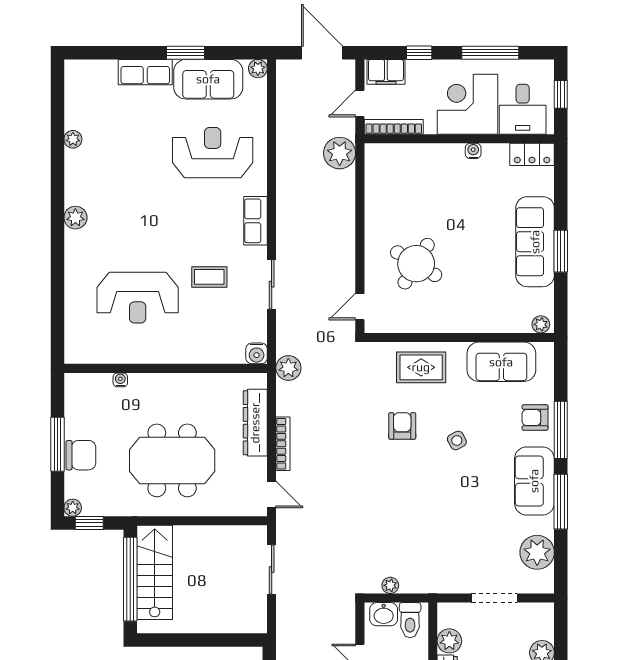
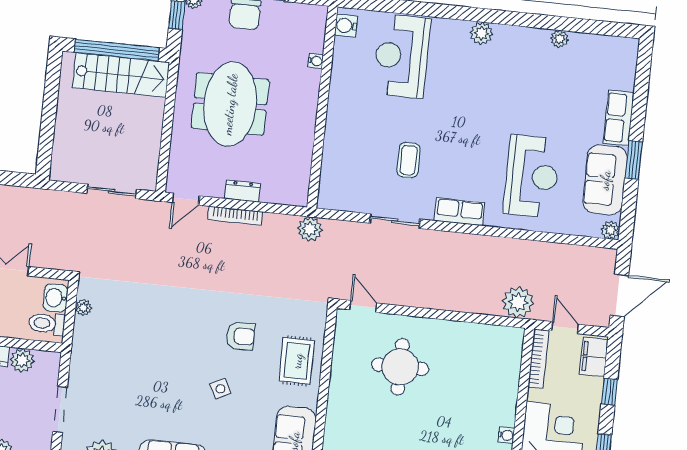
round table: (416, 264) -> (400, 367), turned -31
reception desk: (138, 298) -> (402, 56), moved
water cooler: (257, 353) -> (346, 26), moved
dresser: (255, 423) -> (242, 191), width x0.51, depth x0.80

